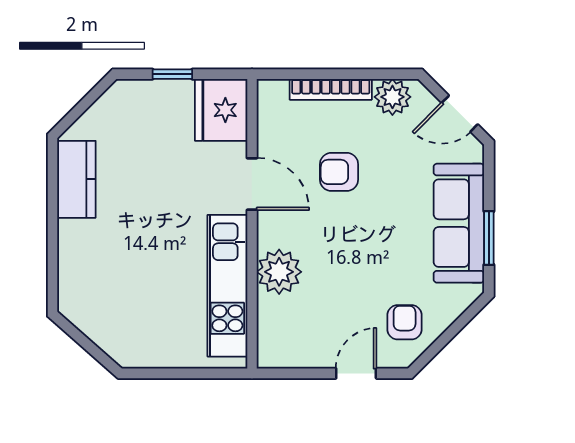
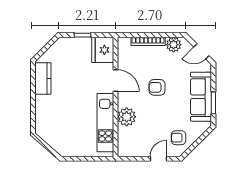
armchair: (339, 172) -> (157, 87), moved
armchair: (405, 322) -> (179, 138), turned -90

